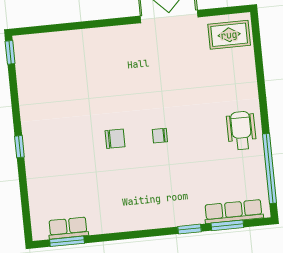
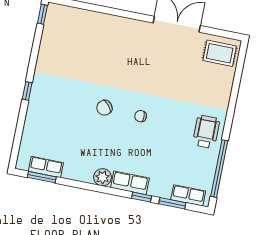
chair: (115, 139) -> (104, 108), turned 140
row of seats: (234, 211) -> (188, 195), width x0.68
row of seats: (171, 217) -> (130, 183), added
plant: (137, 220) -> (103, 177), added

